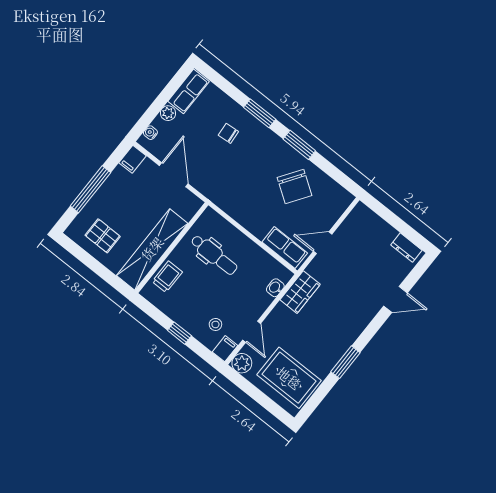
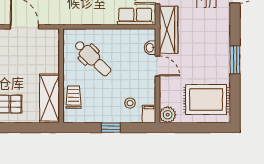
shelving: (152, 249) -> (49, 98), width x0.68
dental chair: (214, 255) -> (93, 58), turned 44
wardrobe: (300, 292) -> (169, 30), width x1.50
door: (252, 332) -> (158, 66), moved

